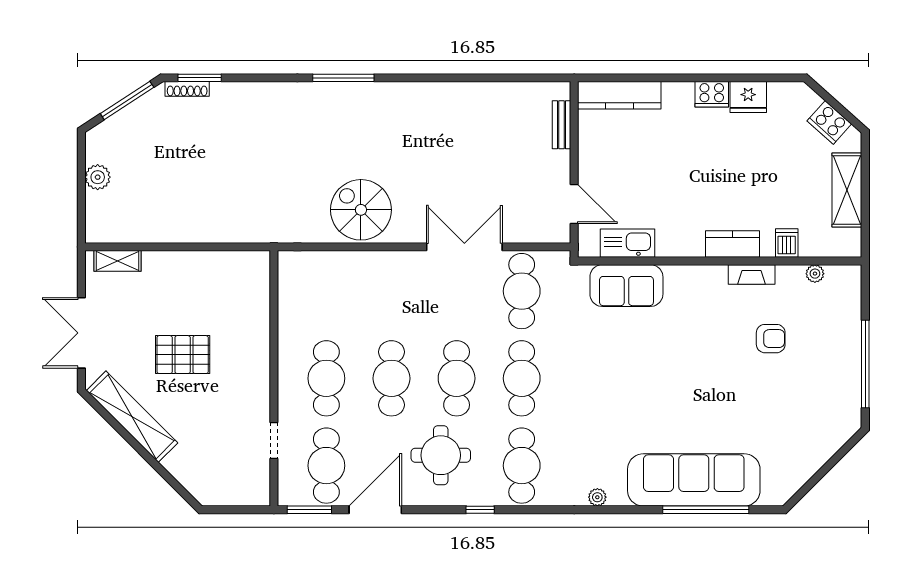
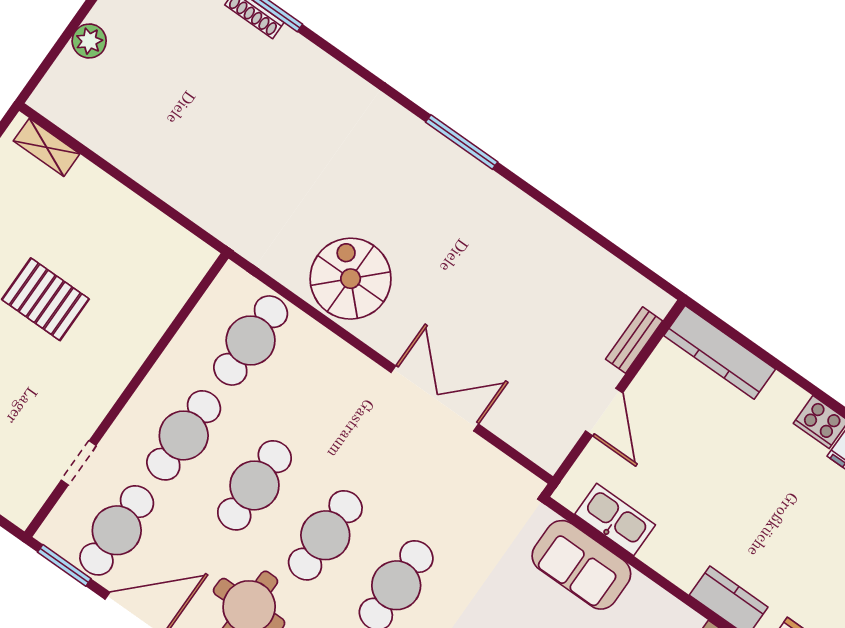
window: (343, 78) -> (462, 142), moved
door: (574, 204) -> (604, 412), moved
cafe table: (522, 291) -> (251, 341), moved

